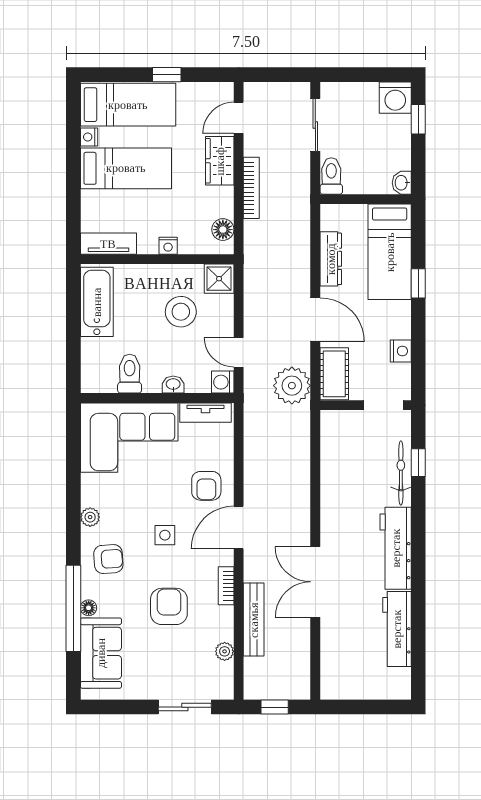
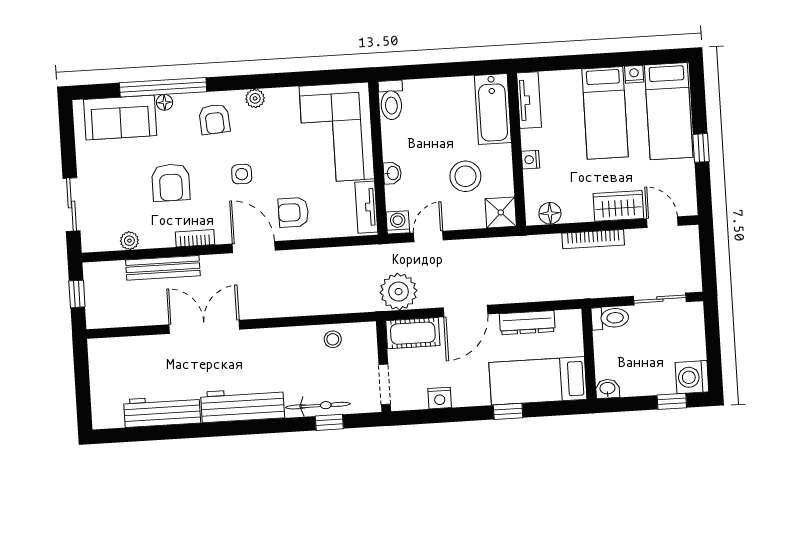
bathtub: (97, 302) -> (493, 109), moved, turned 90
toilet: (130, 374) -> (391, 100), moved, turned 90
stool: (335, 454) -> (333, 339), added
armchair: (169, 606) -> (171, 182), turned 90

